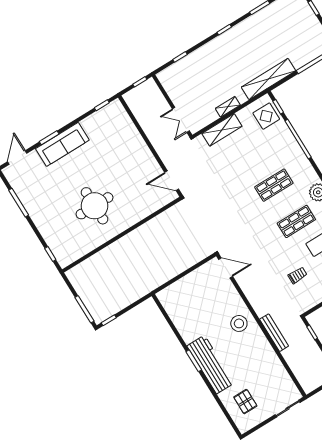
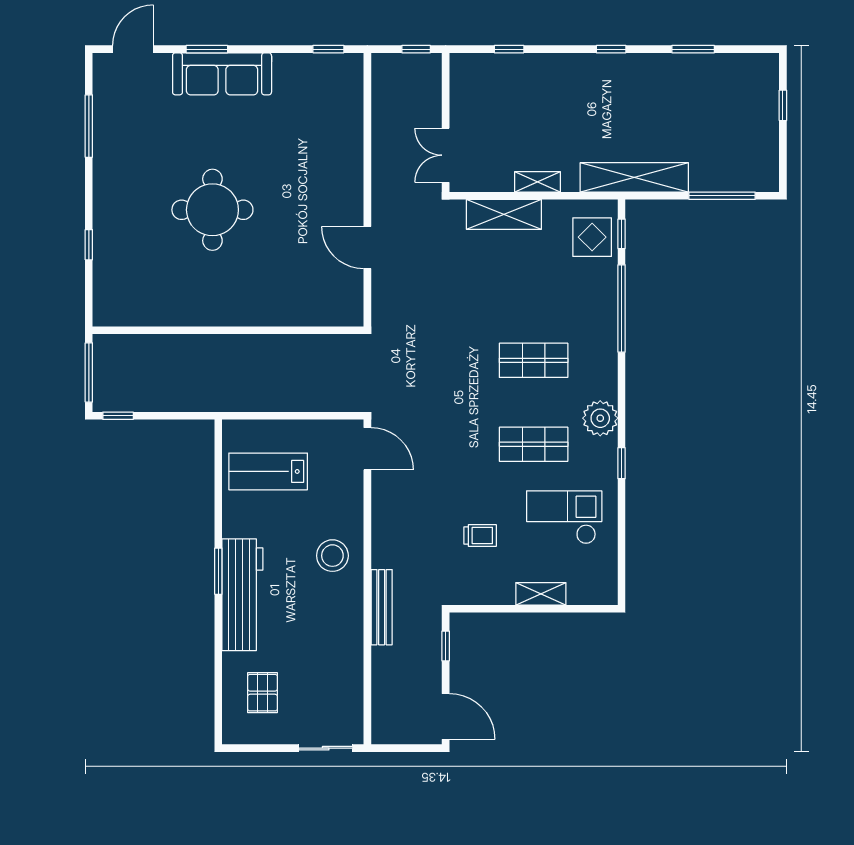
wall: (122, 235) -> (228, 330), moved
lab bench: (189, 304) -> (268, 471), added

